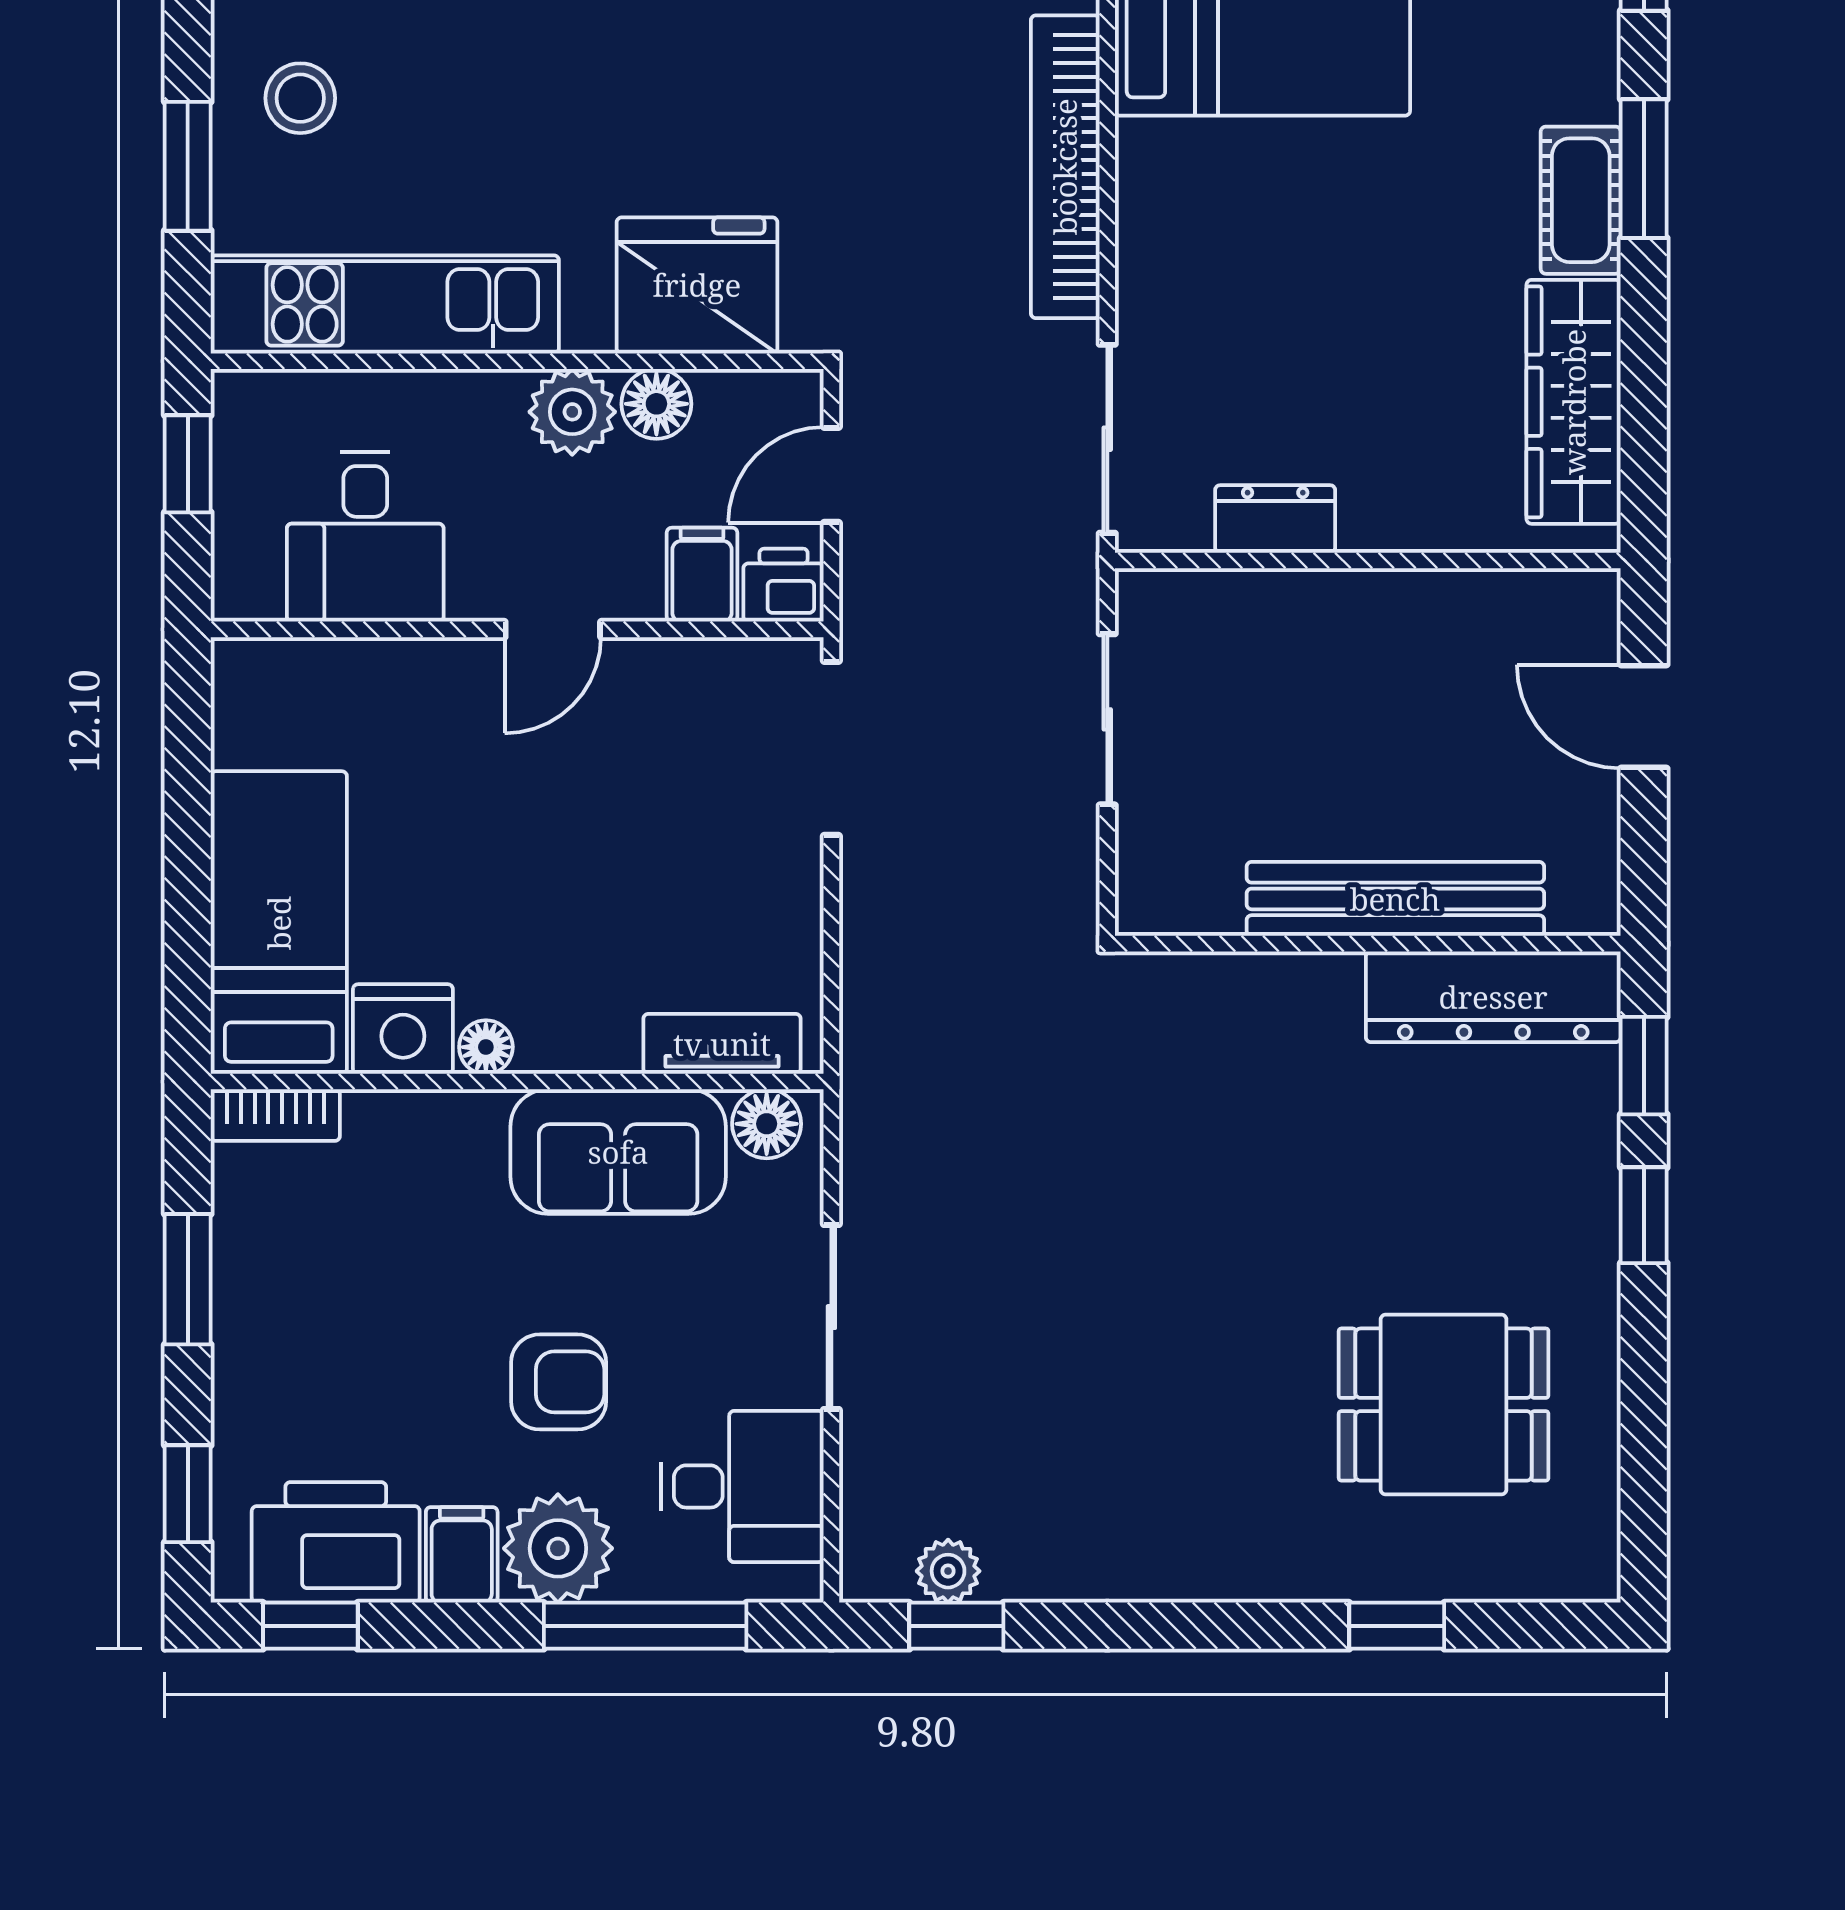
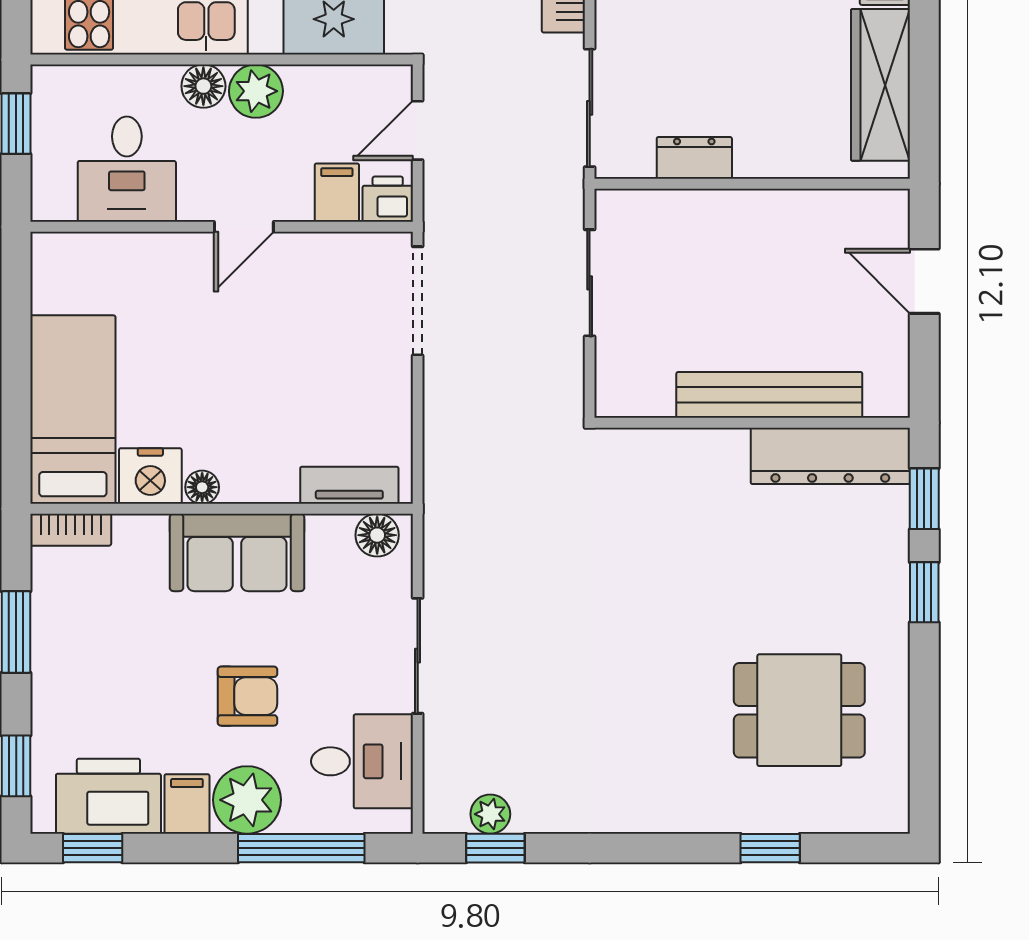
floor lamp: (656, 404) -> (203, 86), moved
sofa: (618, 1152) -> (237, 552), moved

